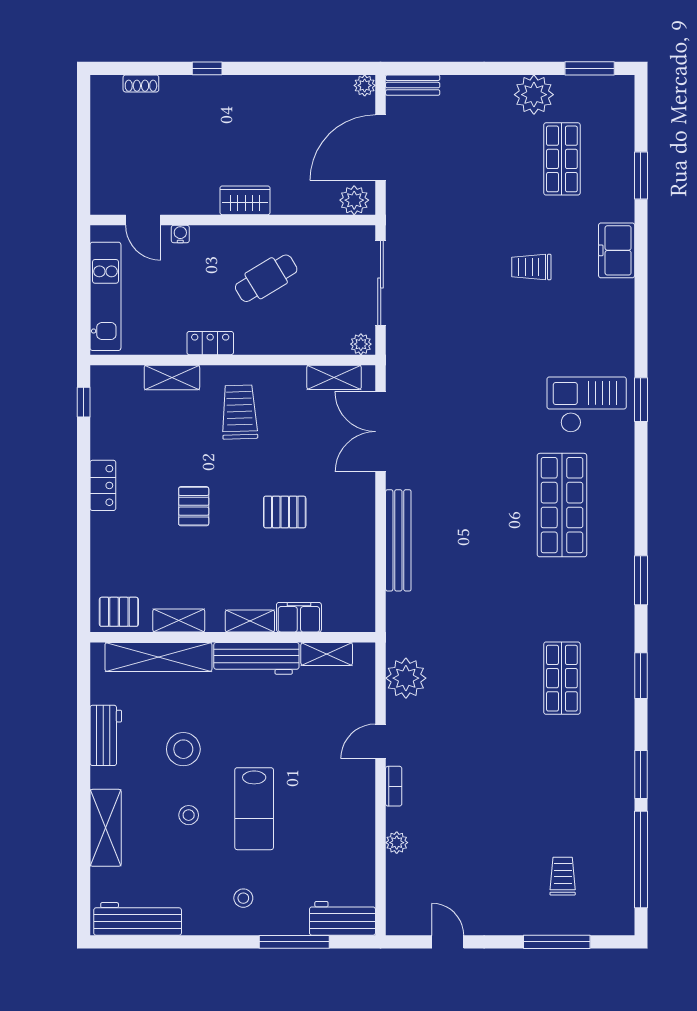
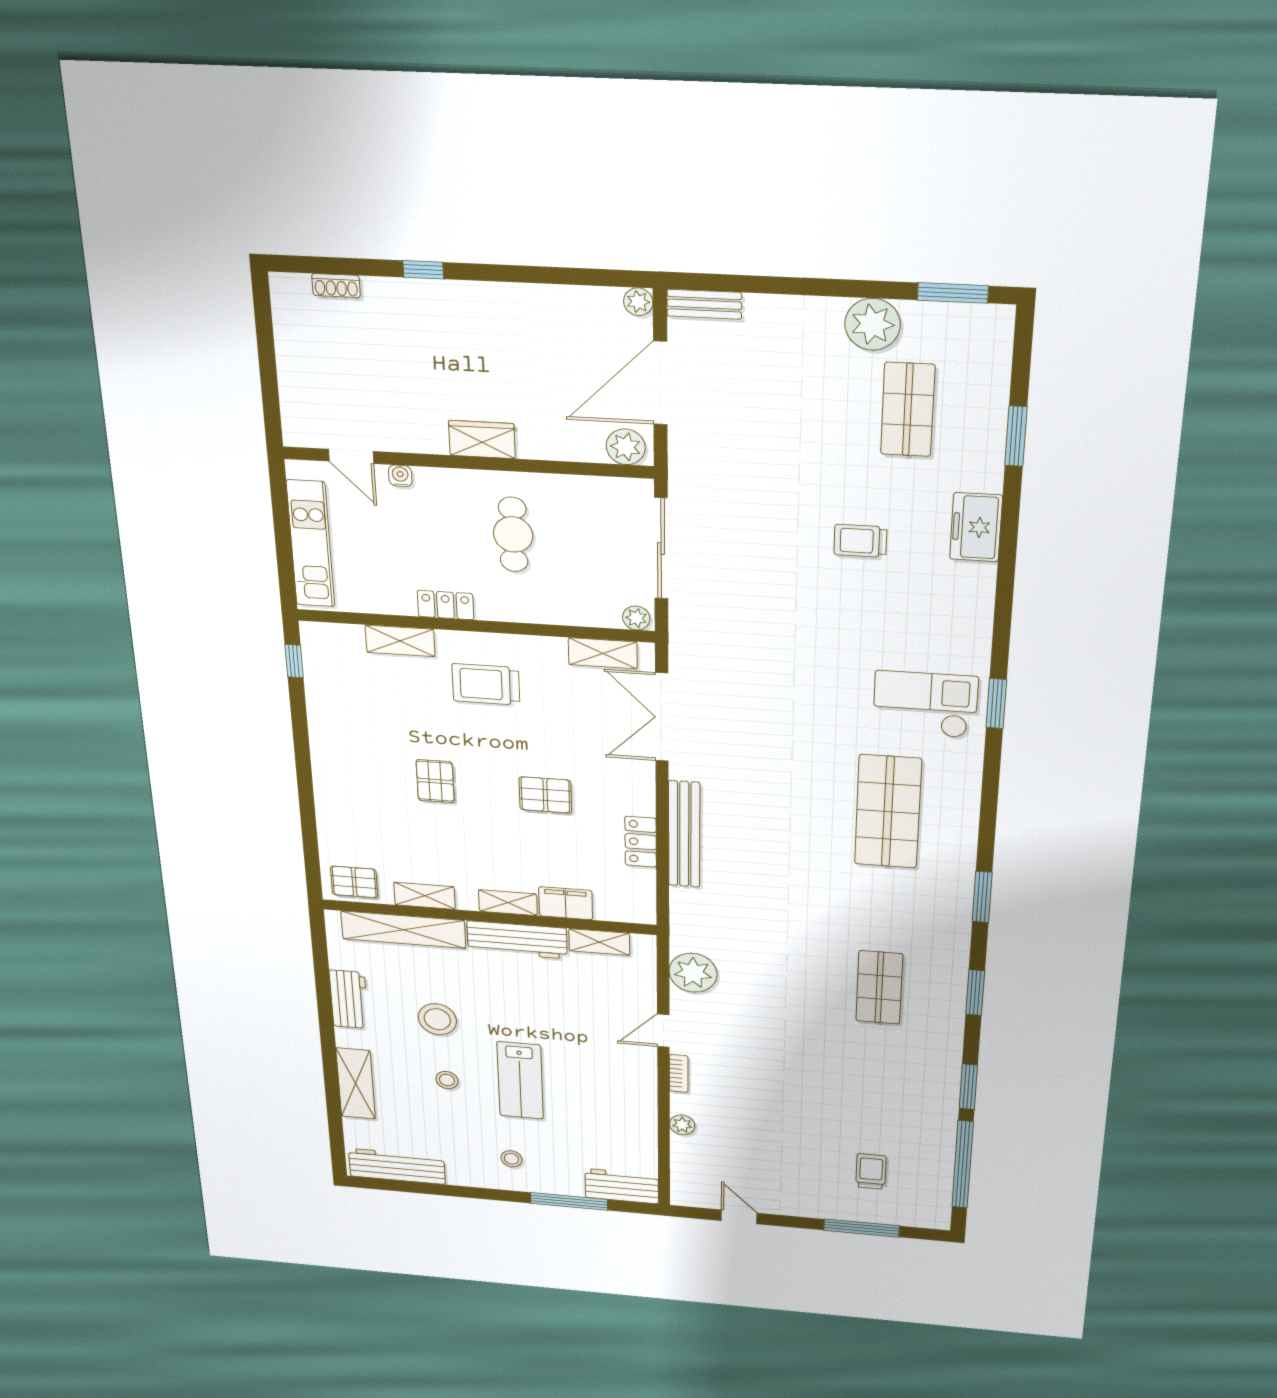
cafe table: (266, 278) -> (513, 534), turned -59
trolley: (239, 412) -> (486, 684), turned -88
locker: (103, 485) -> (641, 842), moved, turned 180

